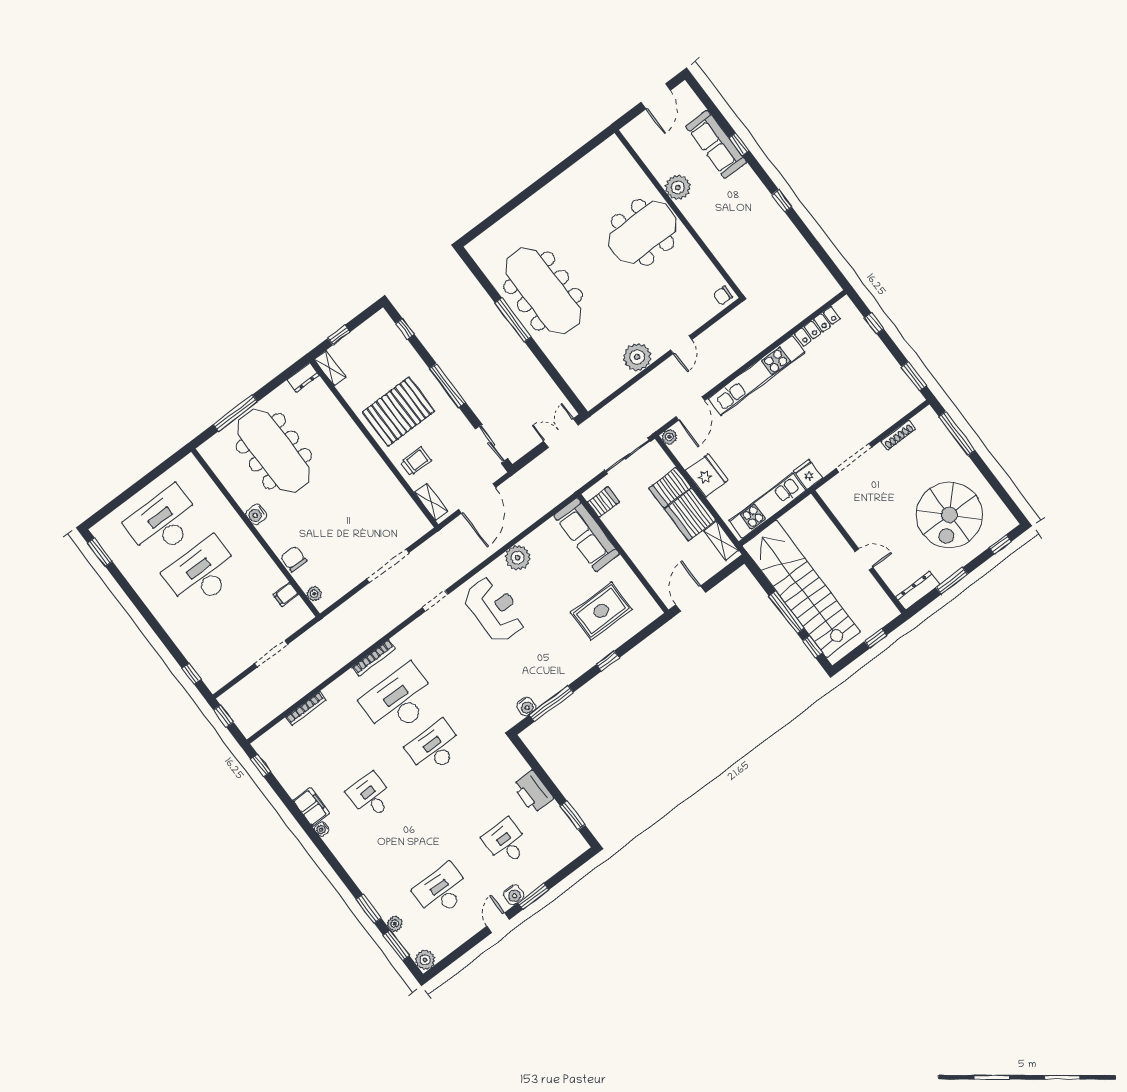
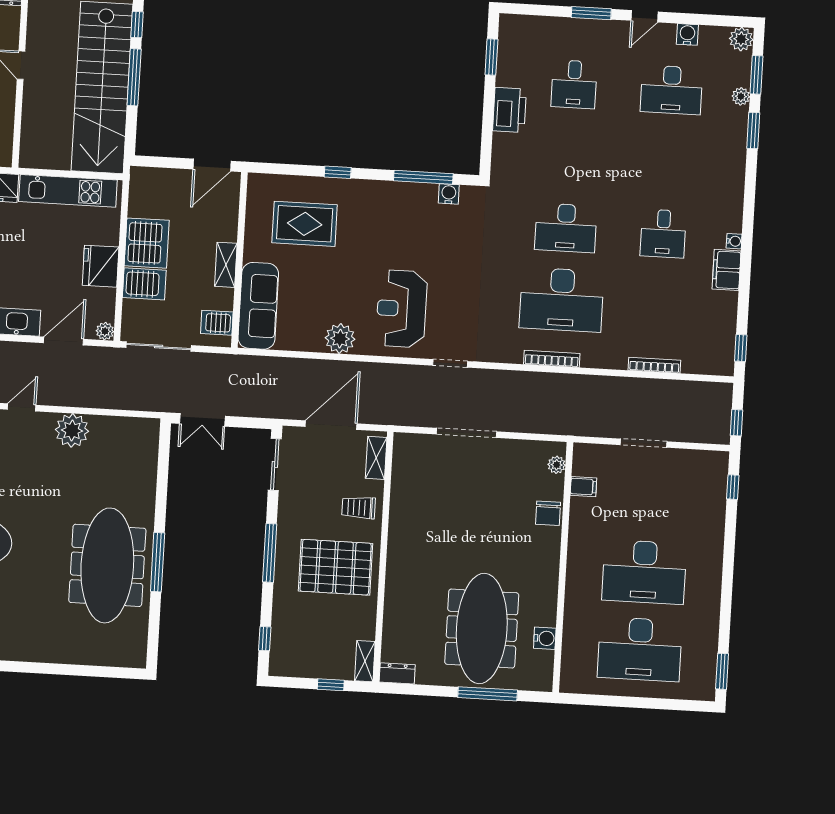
water cooler: (256, 515) -> (545, 638), moved
shelving: (721, 541) -> (226, 265), moved
water cooler: (514, 895) -> (687, 34), moved

